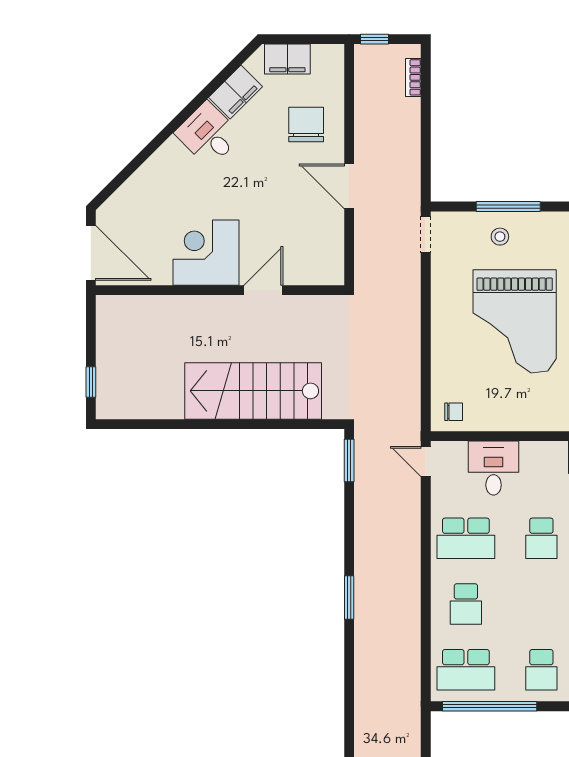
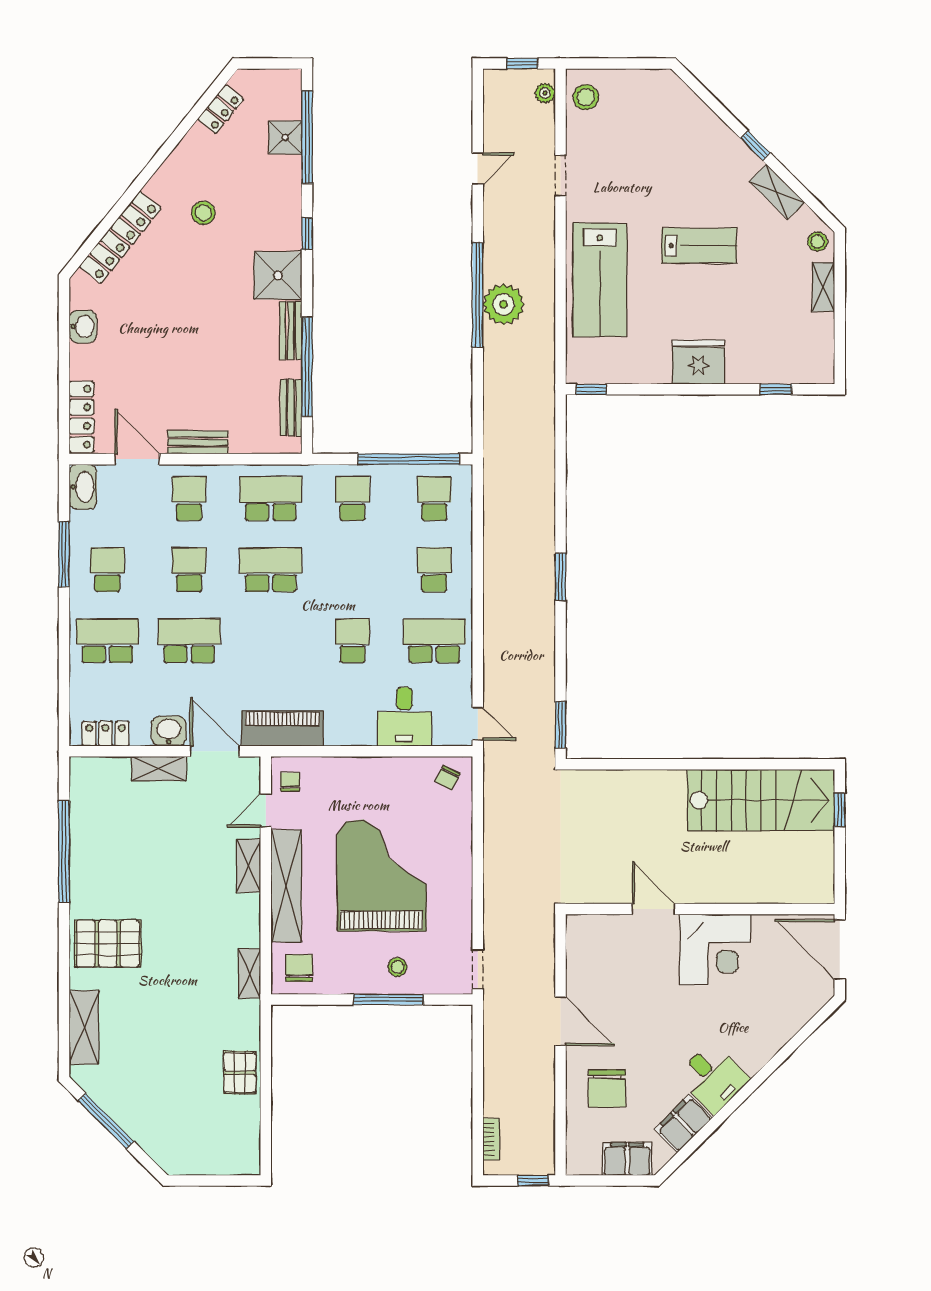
door: (263, 290) -> (653, 909), swing flipped
stairs: (253, 391) -> (761, 800), moved
chair: (454, 412) -> (448, 778), turned -63
school desk: (466, 670) -> (434, 499), width x0.54

